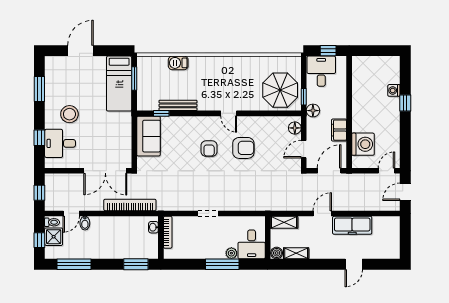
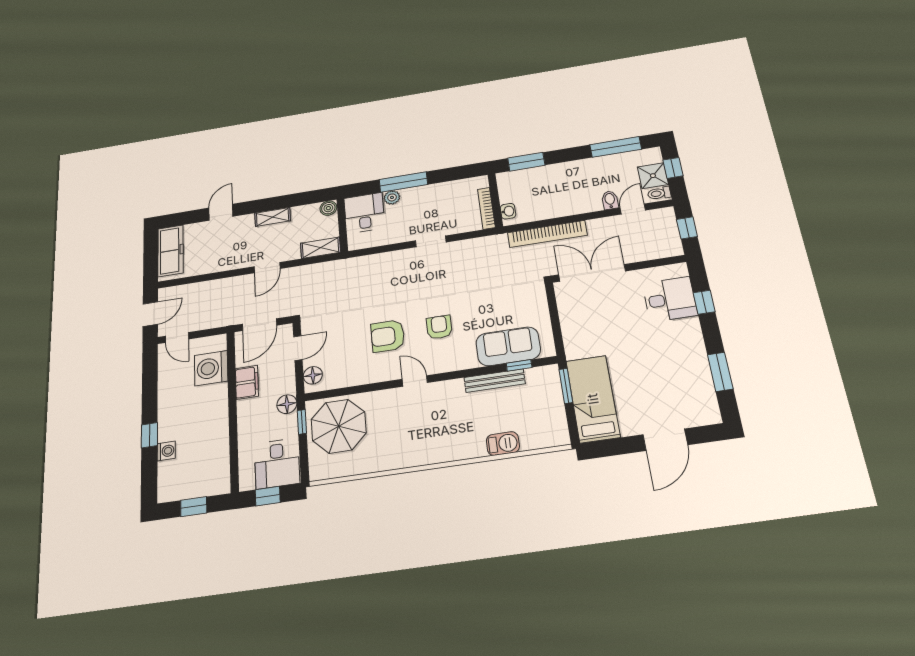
window: (376, 51) -> (194, 507), added
window: (134, 79) -> (566, 386), moved
stool: (69, 114) -> (664, 343), removed
sofa: (148, 136) -> (508, 346), moved, turned 90
door: (386, 171) -> (177, 338), hinge flipped
freezer: (352, 225) -> (171, 251), moved, turned 90
shelving: (296, 253) -> (273, 217), moved

